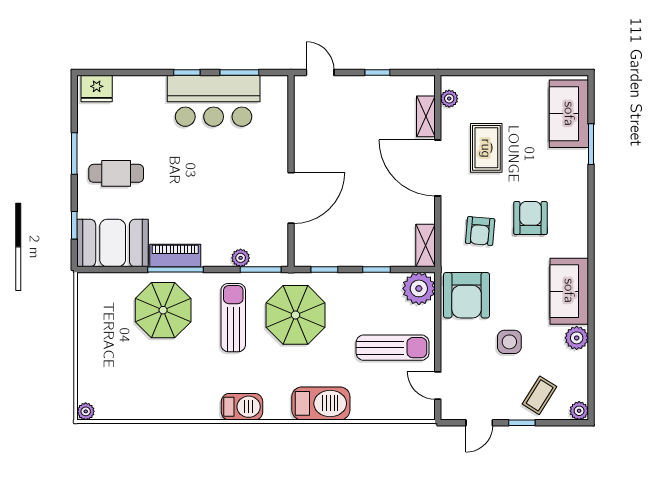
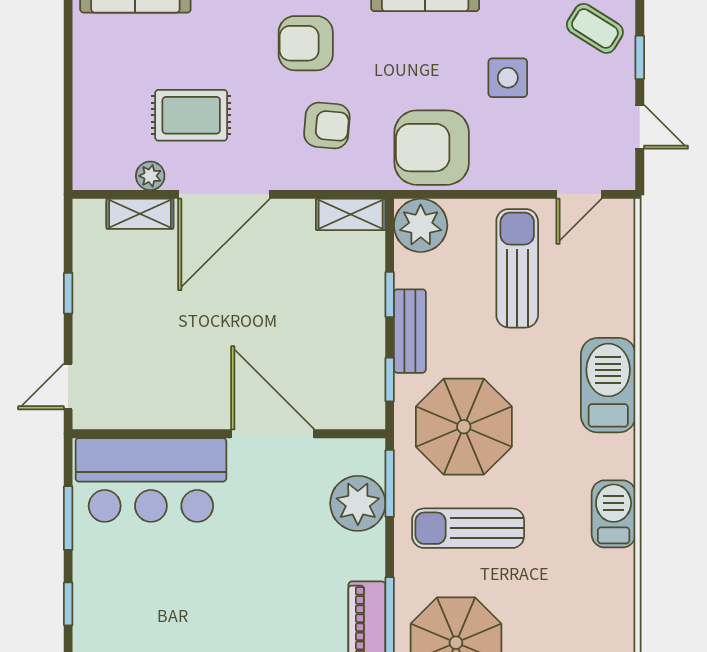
plant: (449, 99) -> (150, 176), moved
bar counter: (214, 101) -> (151, 480), moved, turned 90
plant: (241, 258) -> (358, 503), width x1.88, depth x1.88
bench: (354, 282) -> (410, 331), added
armchair: (467, 295) -> (432, 148), turned 180

